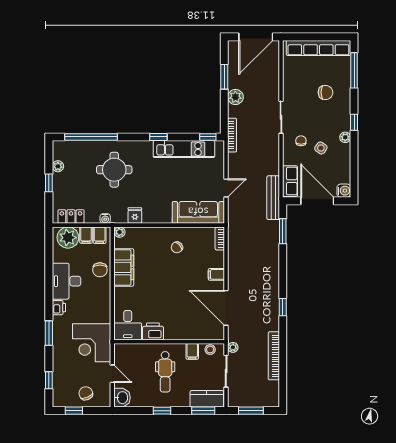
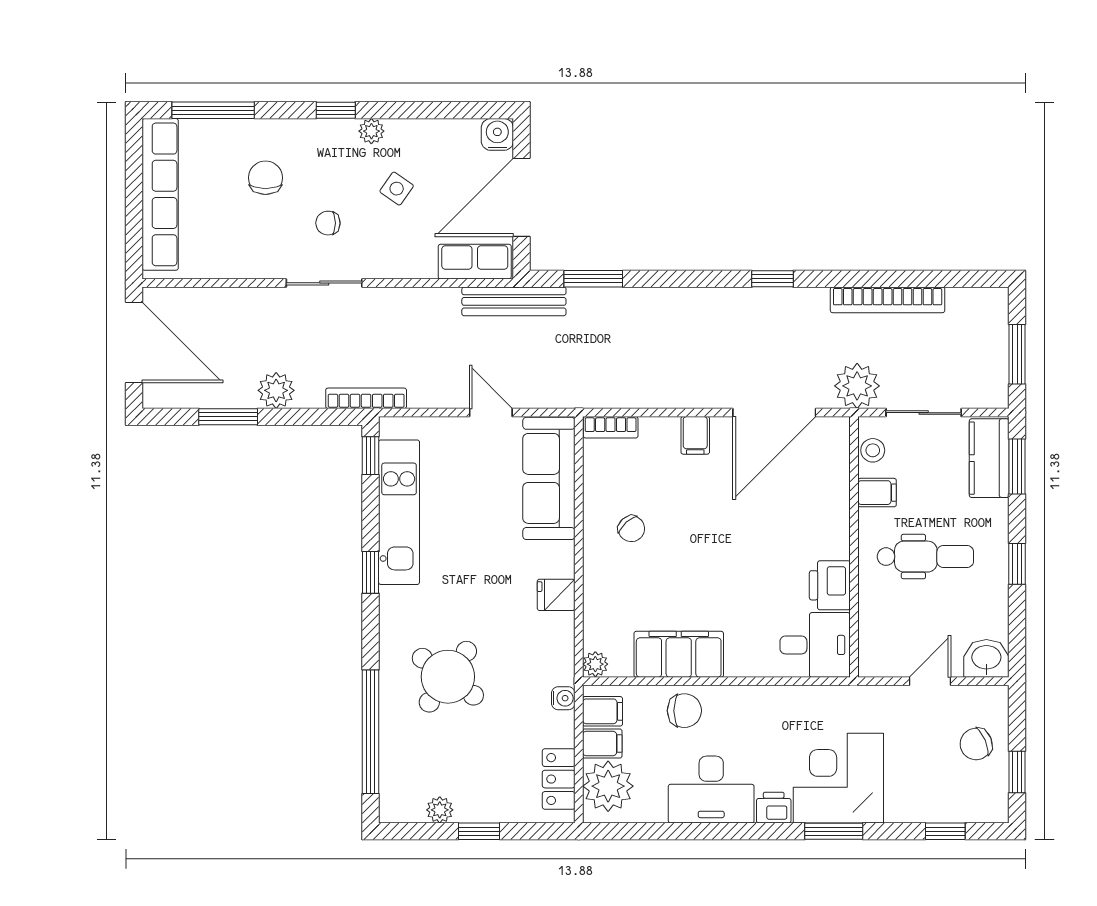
chair: (301, 141) -> (328, 223), moved
round table: (114, 170) -> (448, 677), turned 36
fridge: (135, 216) -> (556, 595), moved
corner desk: (92, 343) -> (838, 778), moved, turned 180
plant: (233, 347) -> (857, 386), width x1.88, depth x1.88

